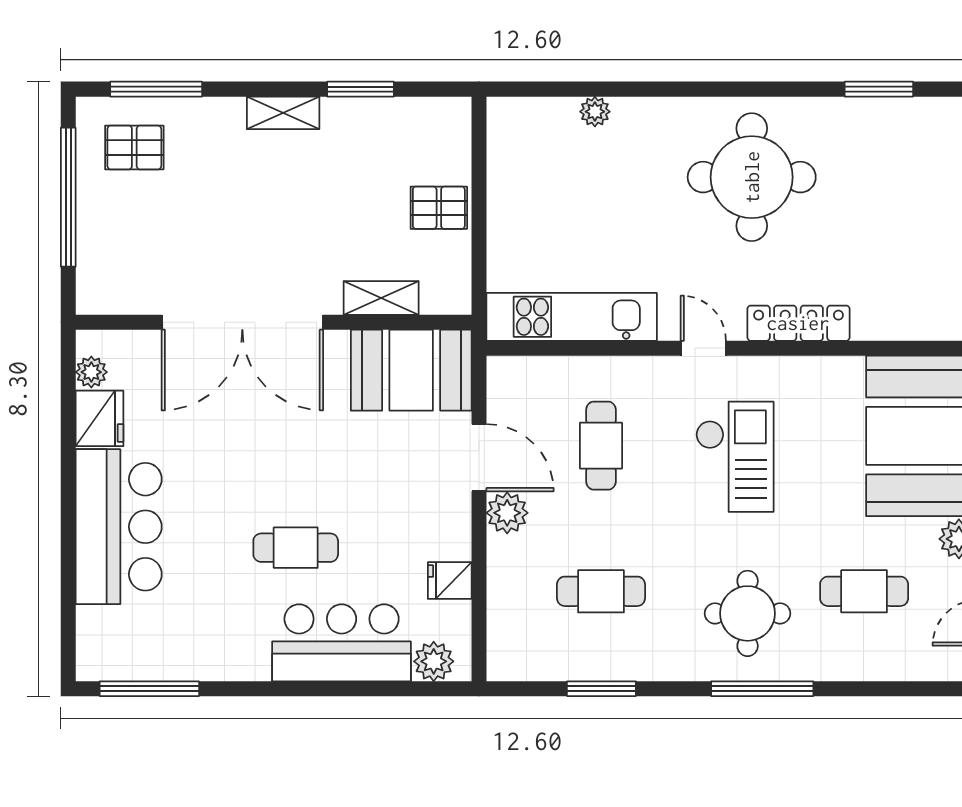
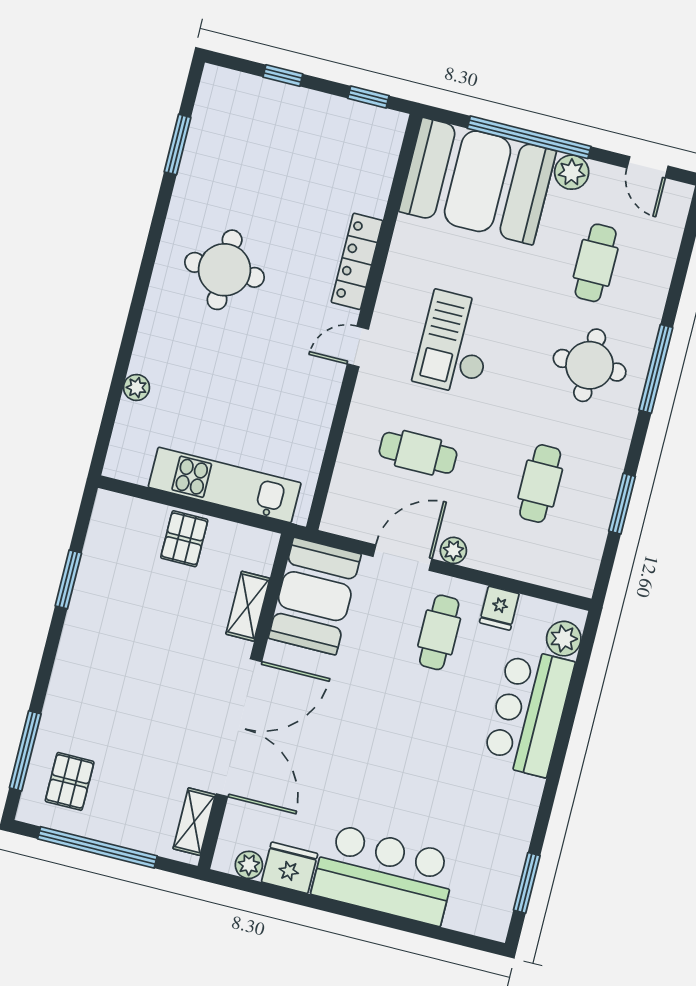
shelving: (283, 113) -> (194, 822), moved
round table: (752, 177) -> (225, 270), width x0.73, depth x0.73
kitchen unit: (572, 317) -> (225, 485), moved, turned 90
checkout: (735, 457) -> (456, 343), turned -90
plant: (507, 513) -> (453, 550), width x0.73, depth x0.73
cafe table: (296, 548) -> (439, 632), moved
window: (149, 689) -> (527, 883), width x0.69

